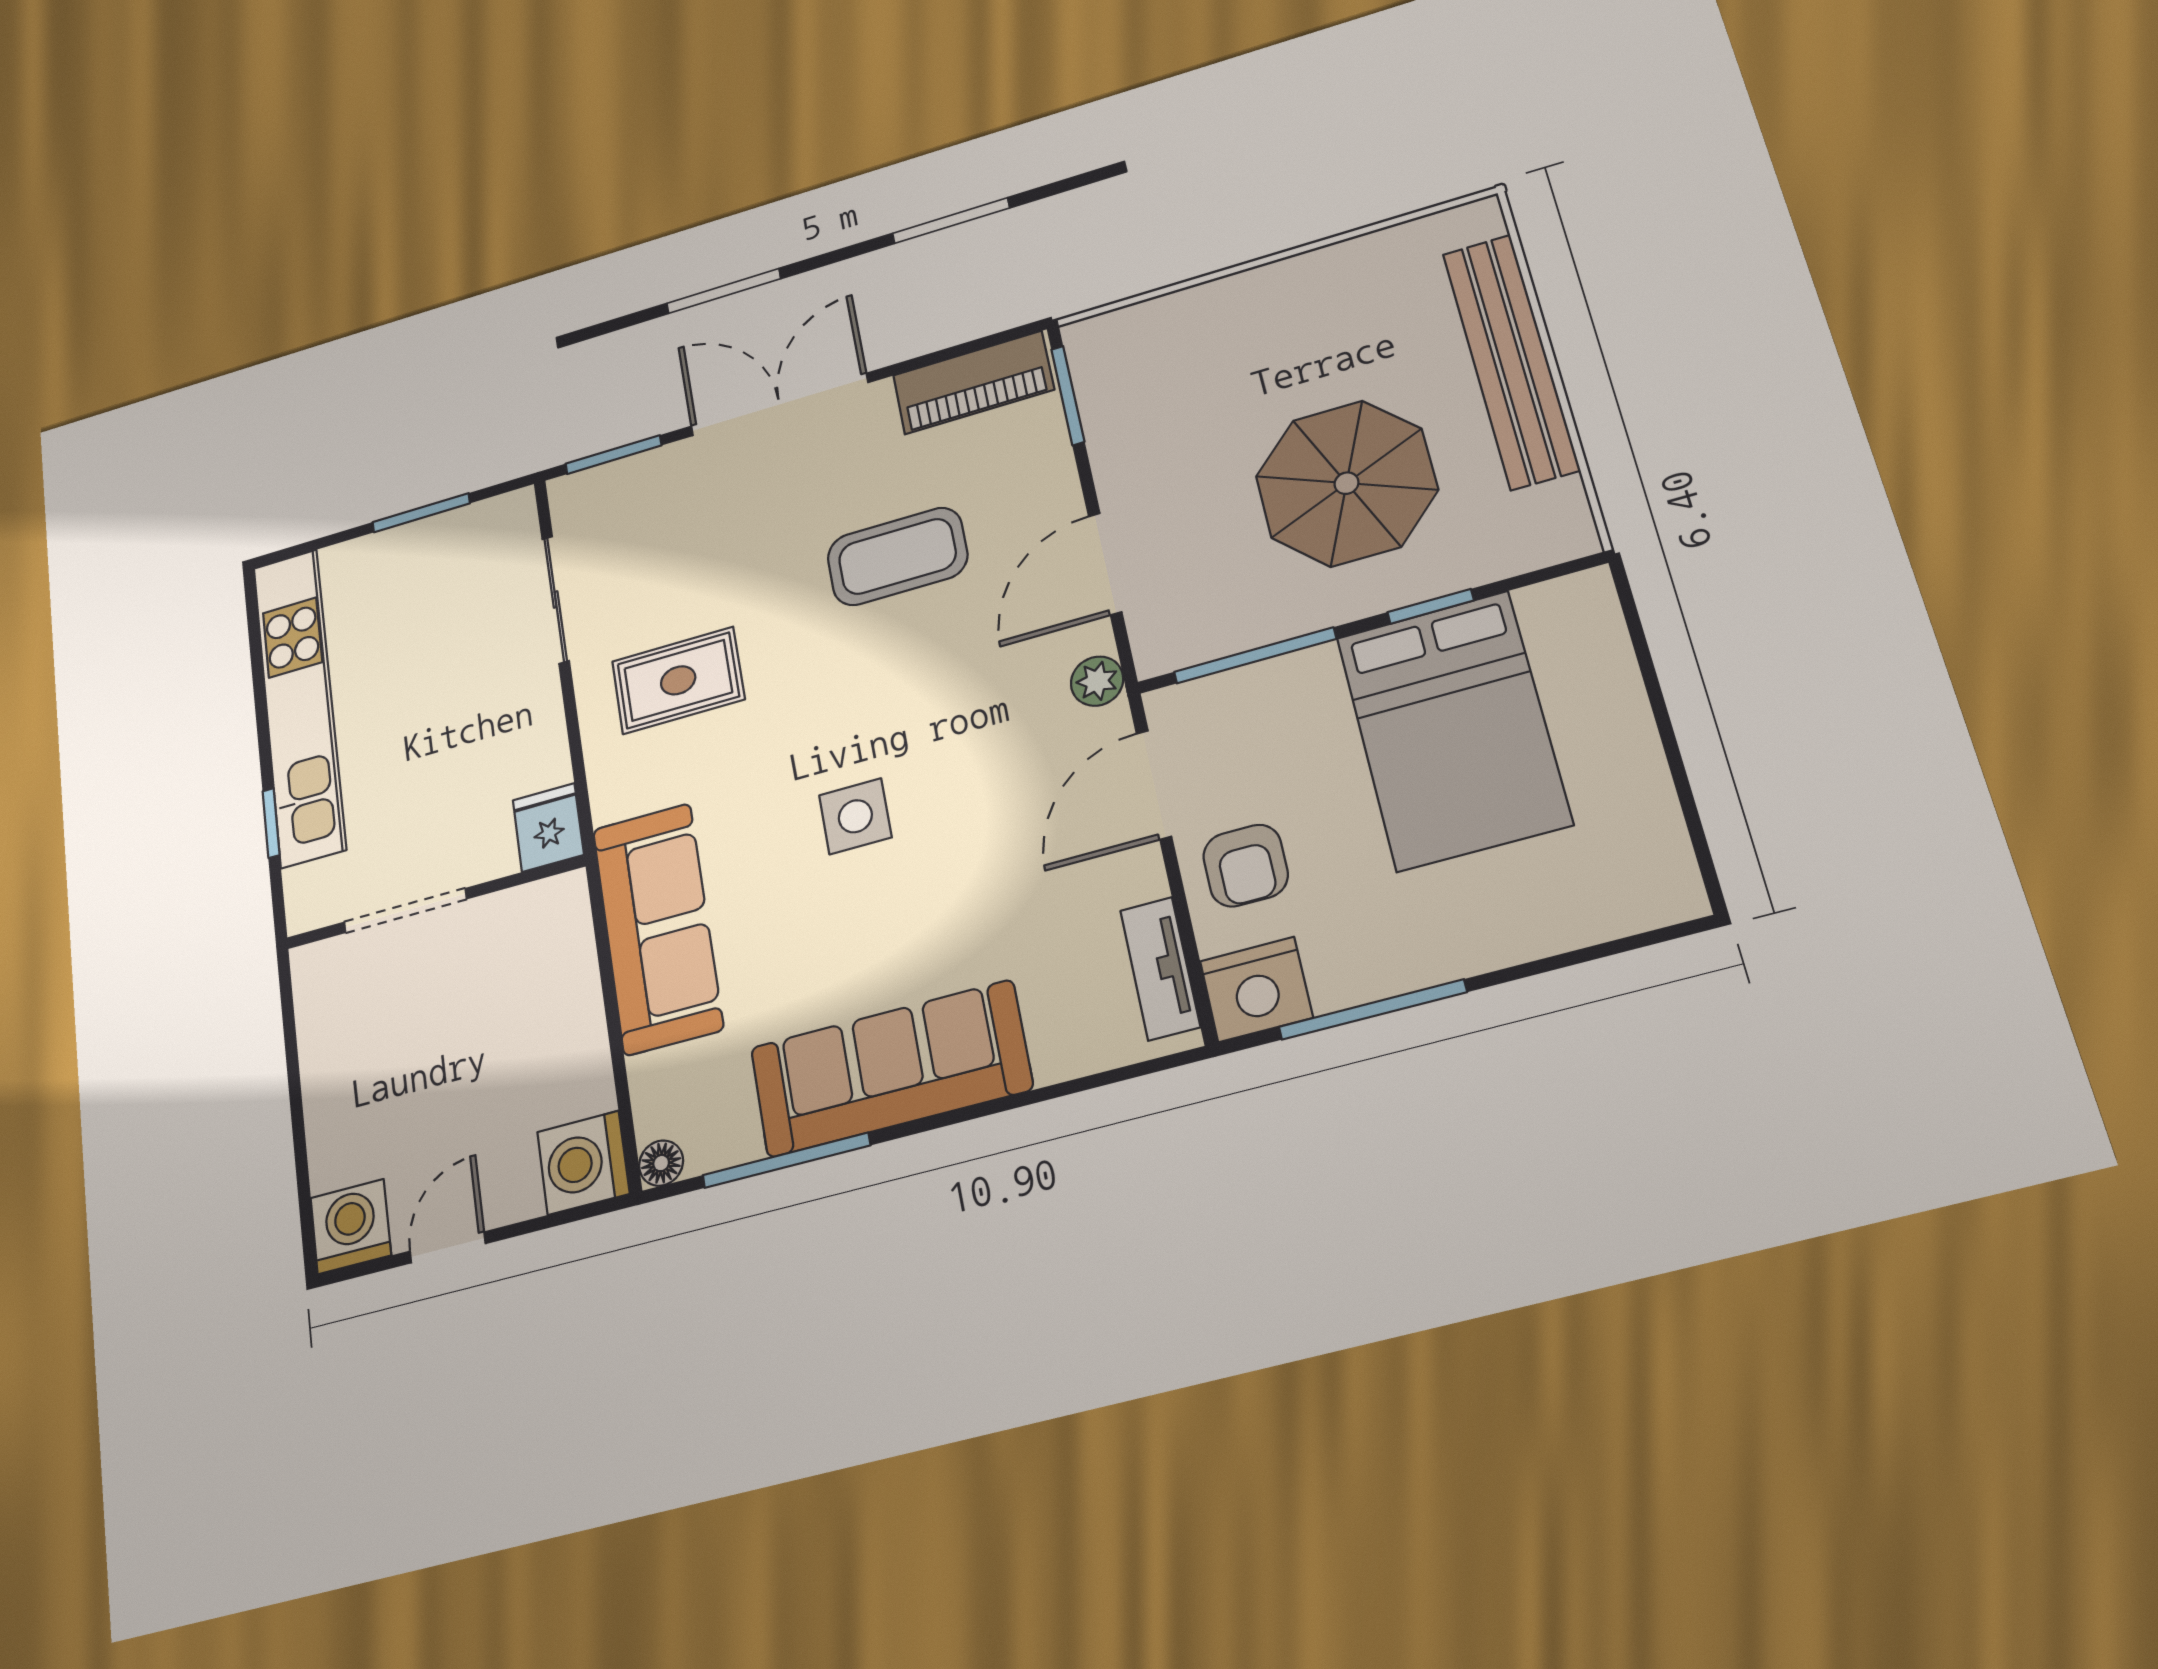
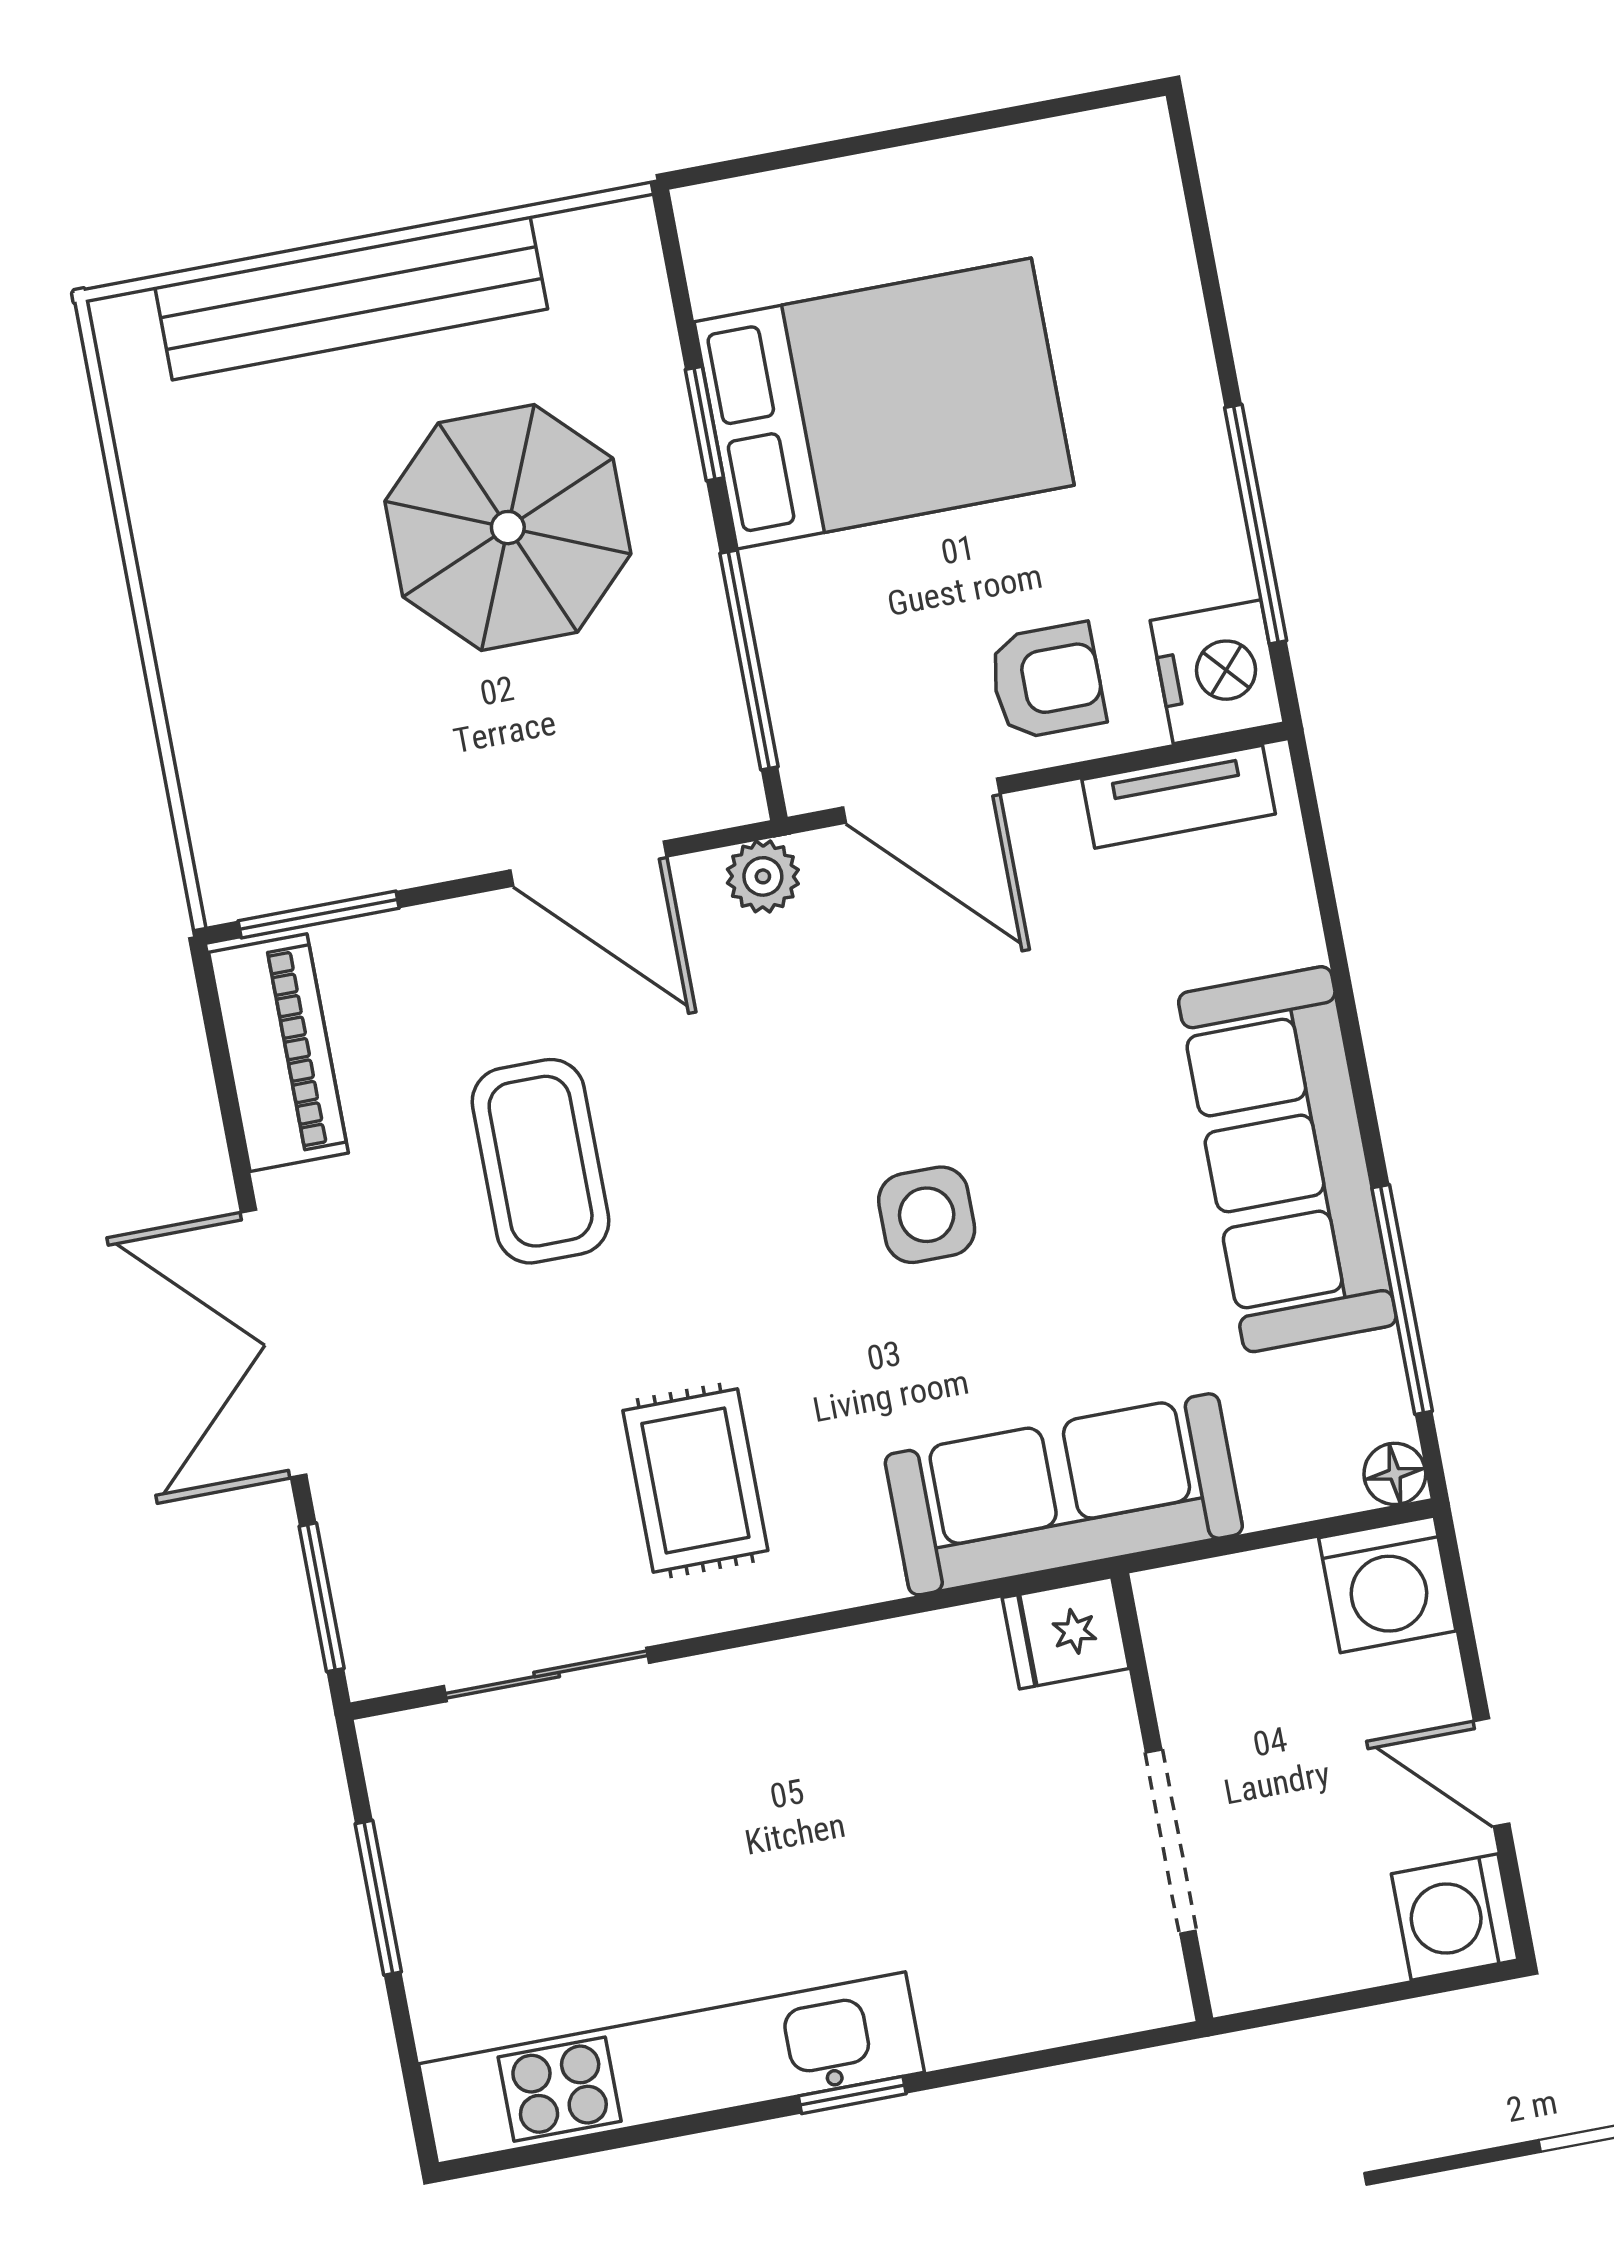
fridge: (548, 827) -> (1066, 1633), moved
wall: (435, 902) -> (1162, 1797), moved
doorway: (405, 911) -> (1171, 1842), moved

